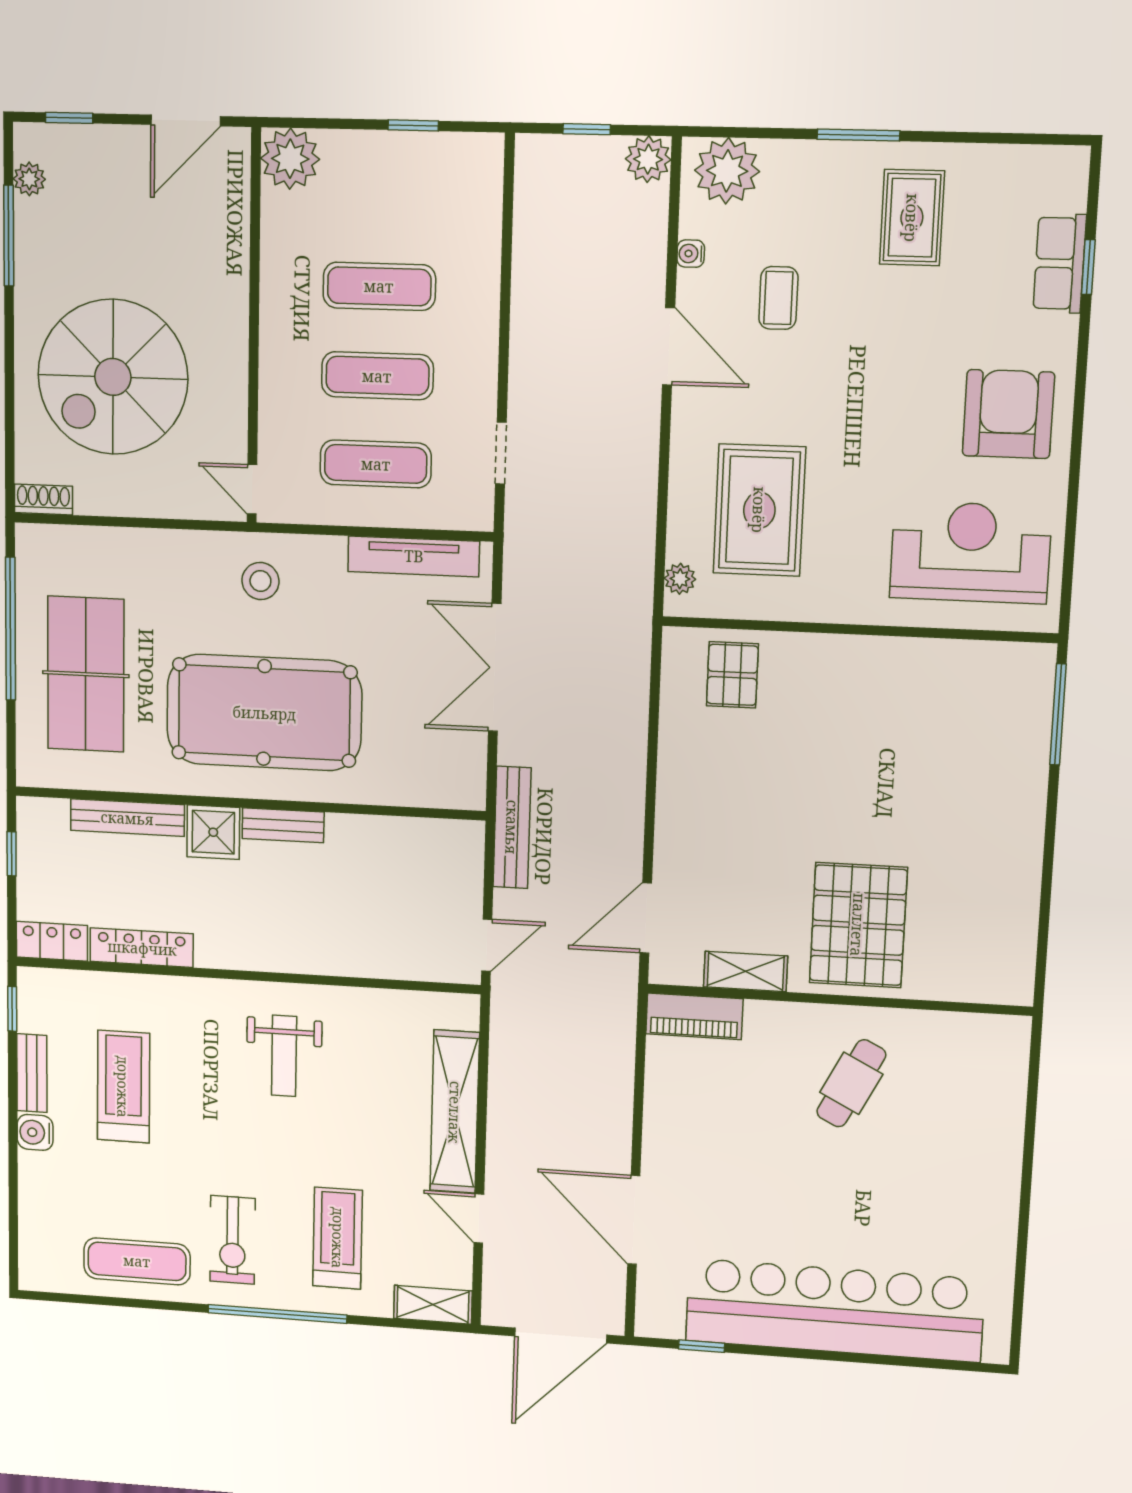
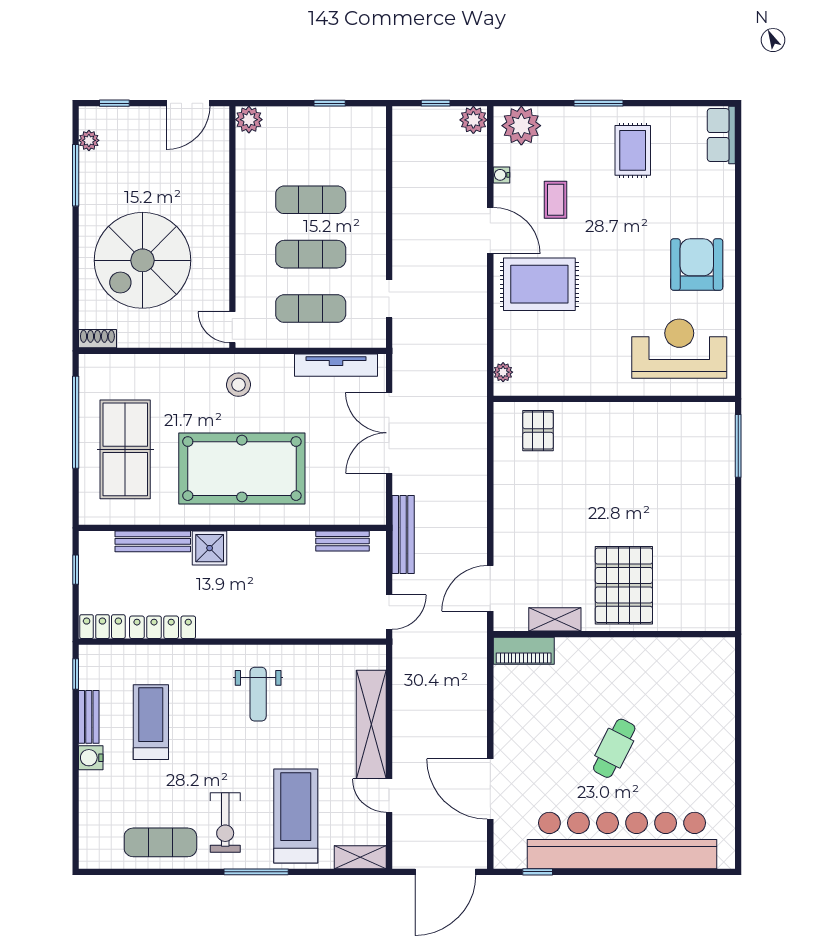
plant: (290, 159) -> (249, 120), width x0.73, depth x0.73
row of seats: (1060, 263) -> (721, 135), moved
window: (1088, 267) -> (738, 176), removed
rug: (759, 510) -> (539, 284), moved, turned 90
bench: (283, 825) -> (342, 541), moved
cafe table: (851, 1083) -> (614, 748), moved
treadmill: (338, 1238) -> (296, 816), width x1.37, depth x1.38
window: (277, 1314) -> (256, 872), width x0.68

